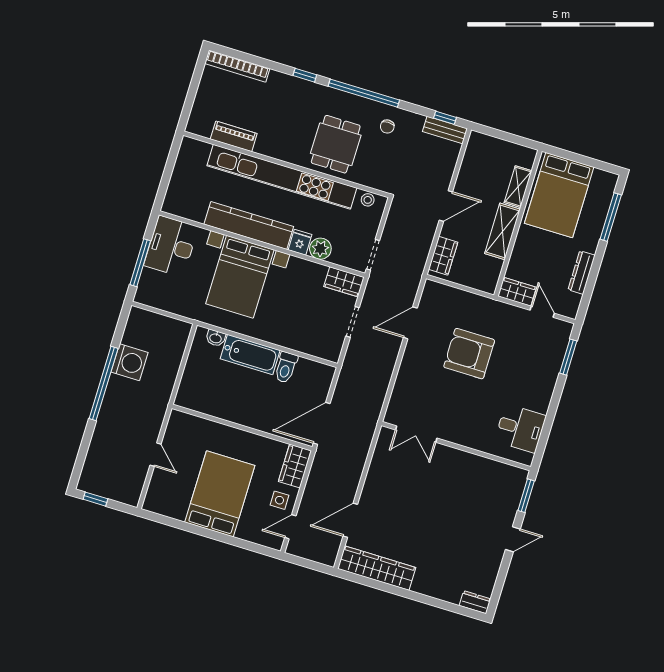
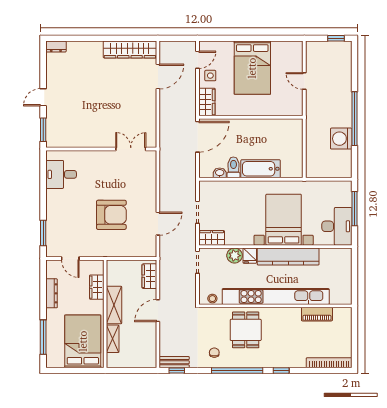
wardrobe: (517, 292) -> (97, 287), moved, turned 90
washbasin: (216, 338) -> (220, 173), moved

